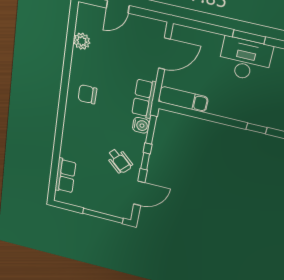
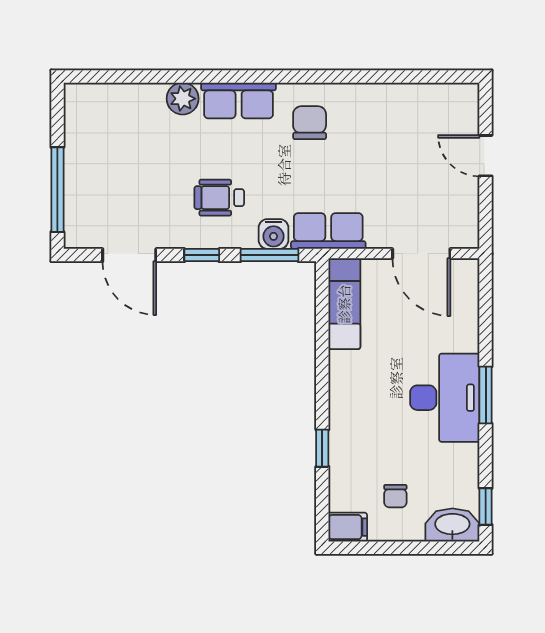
plant: (82, 41) -> (183, 99), moved
wheelchair: (120, 161) -> (219, 198), moved, turned 47
row of seats: (65, 176) -> (239, 100), moved

